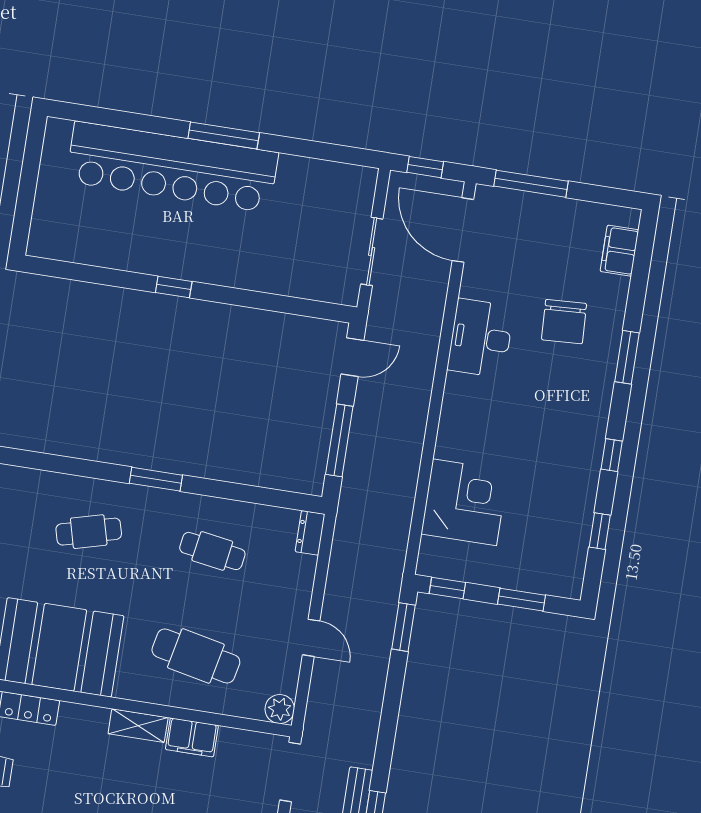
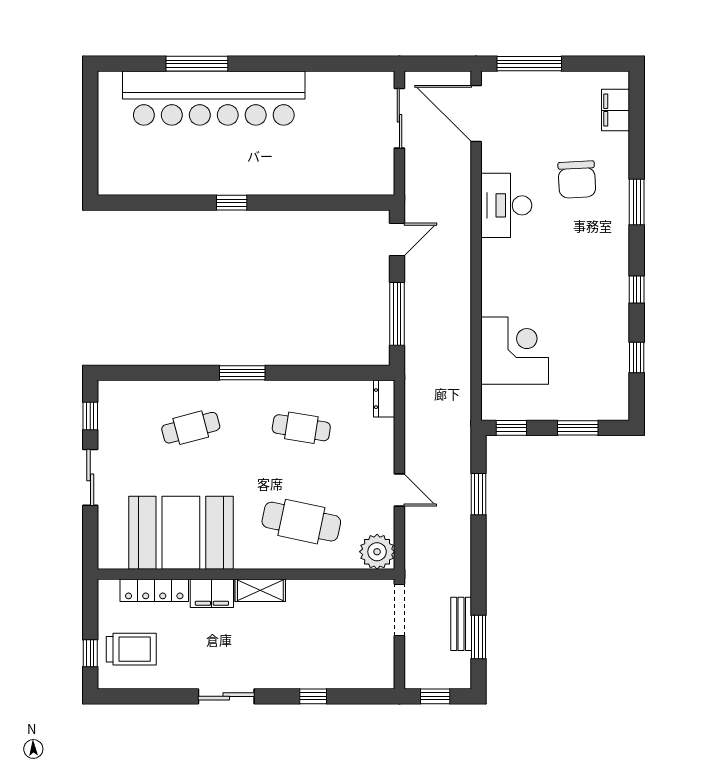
window: (224, 136) -> (197, 64), moved
window: (425, 167) -> (435, 64), removed
sliding door: (372, 251) -> (399, 118), moved
window: (403, 627) -> (479, 494), moved
plant: (280, 709) -> (377, 552), width x1.36, depth x1.36
filing cabinet: (192, 737) -> (212, 593), moved

